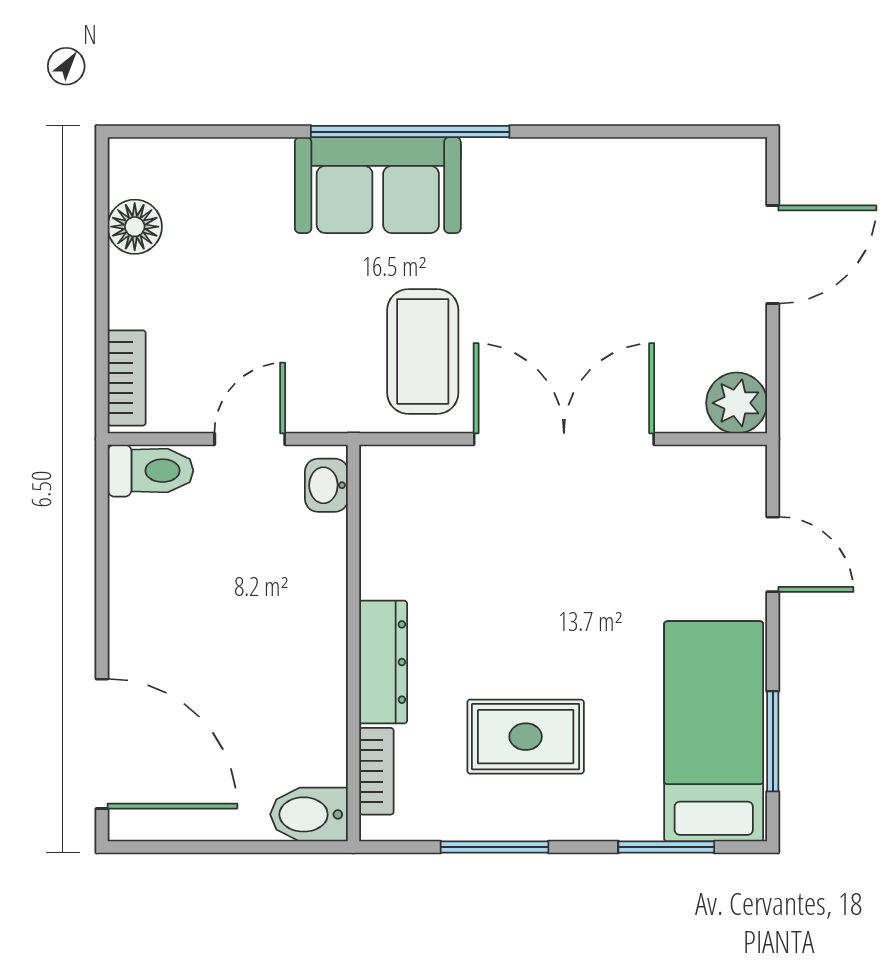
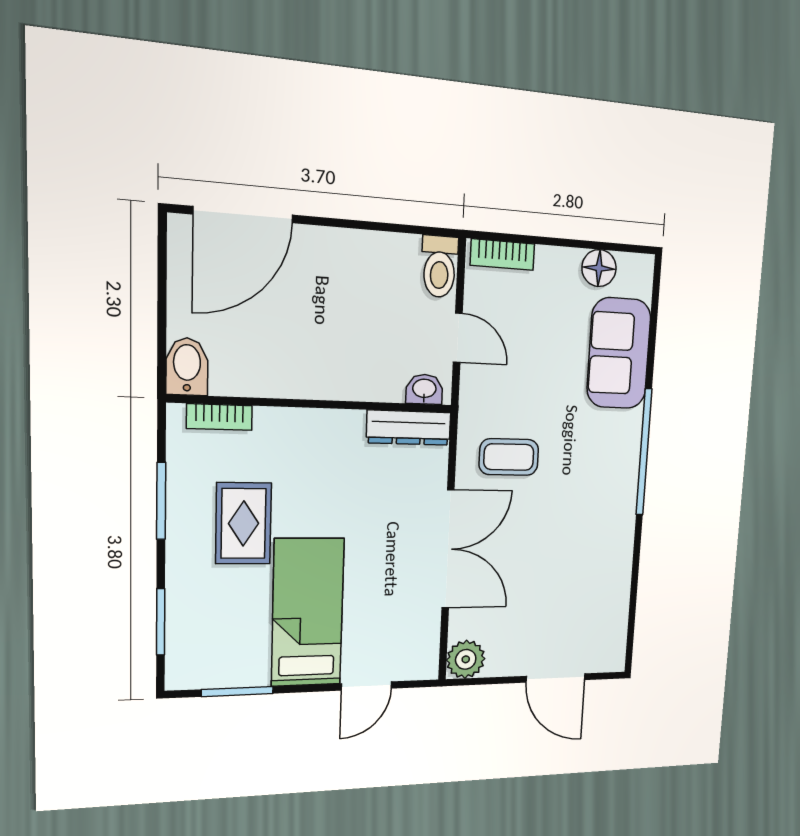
sofa: (378, 185) -> (619, 353), moved
coffee table: (423, 351) -> (509, 457), width x0.73, depth x0.77
dresser: (383, 662) -> (409, 428), moved
bed: (714, 731) -> (308, 612), moved, turned -90

